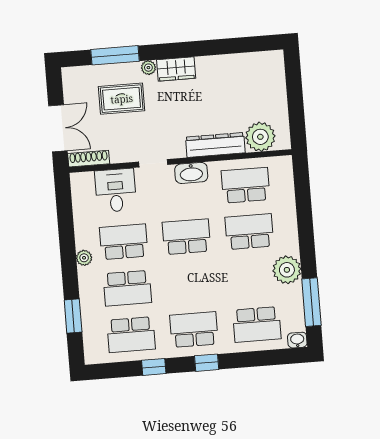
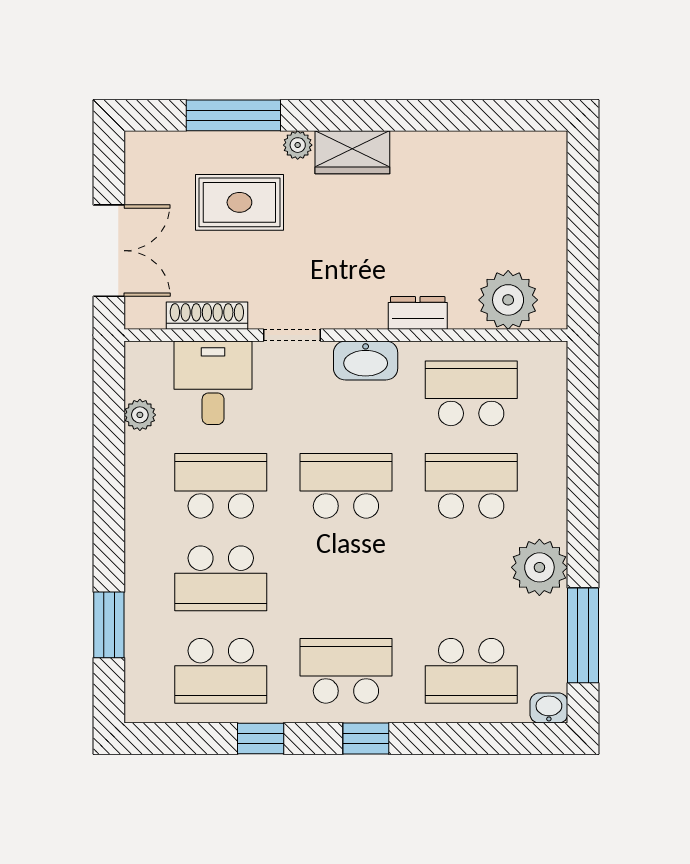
dresser: (215, 145) -> (418, 313), width x0.51, depth x0.80
shoe rack: (89, 159) -> (207, 316), moved
plant: (84, 258) -> (140, 415), moved

